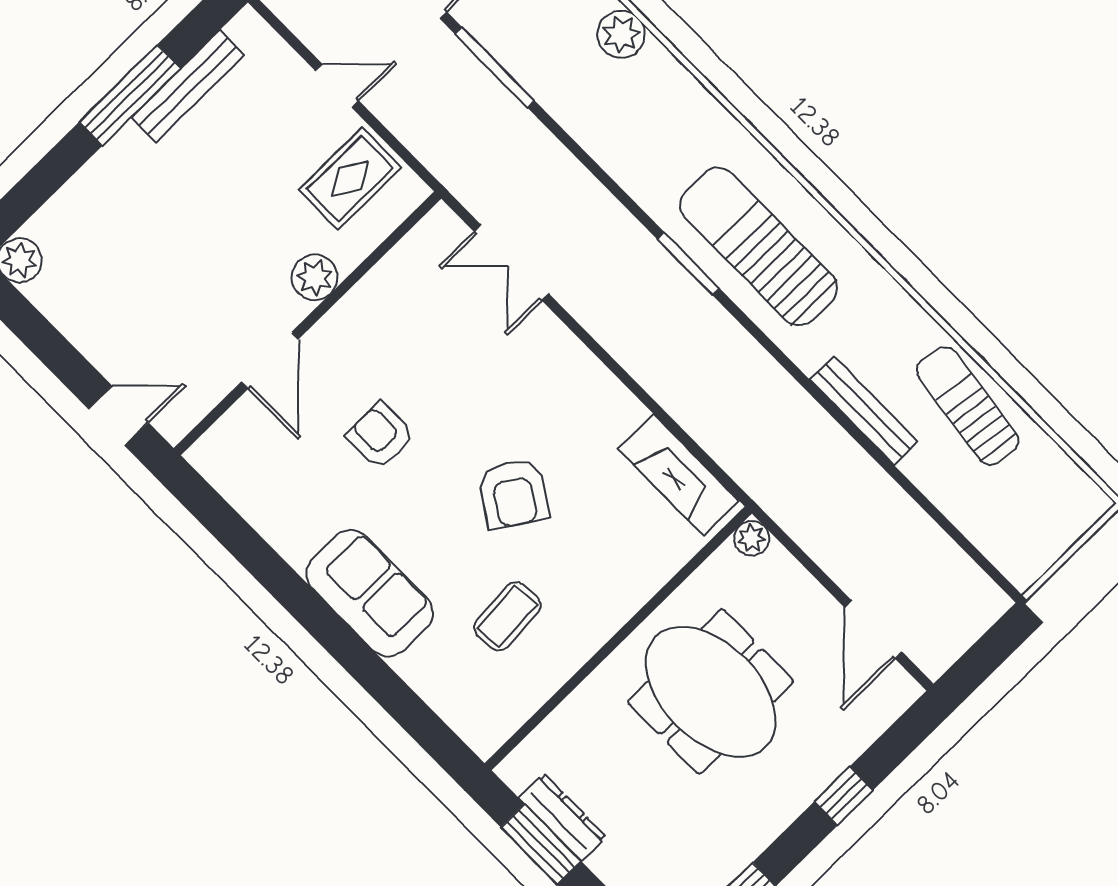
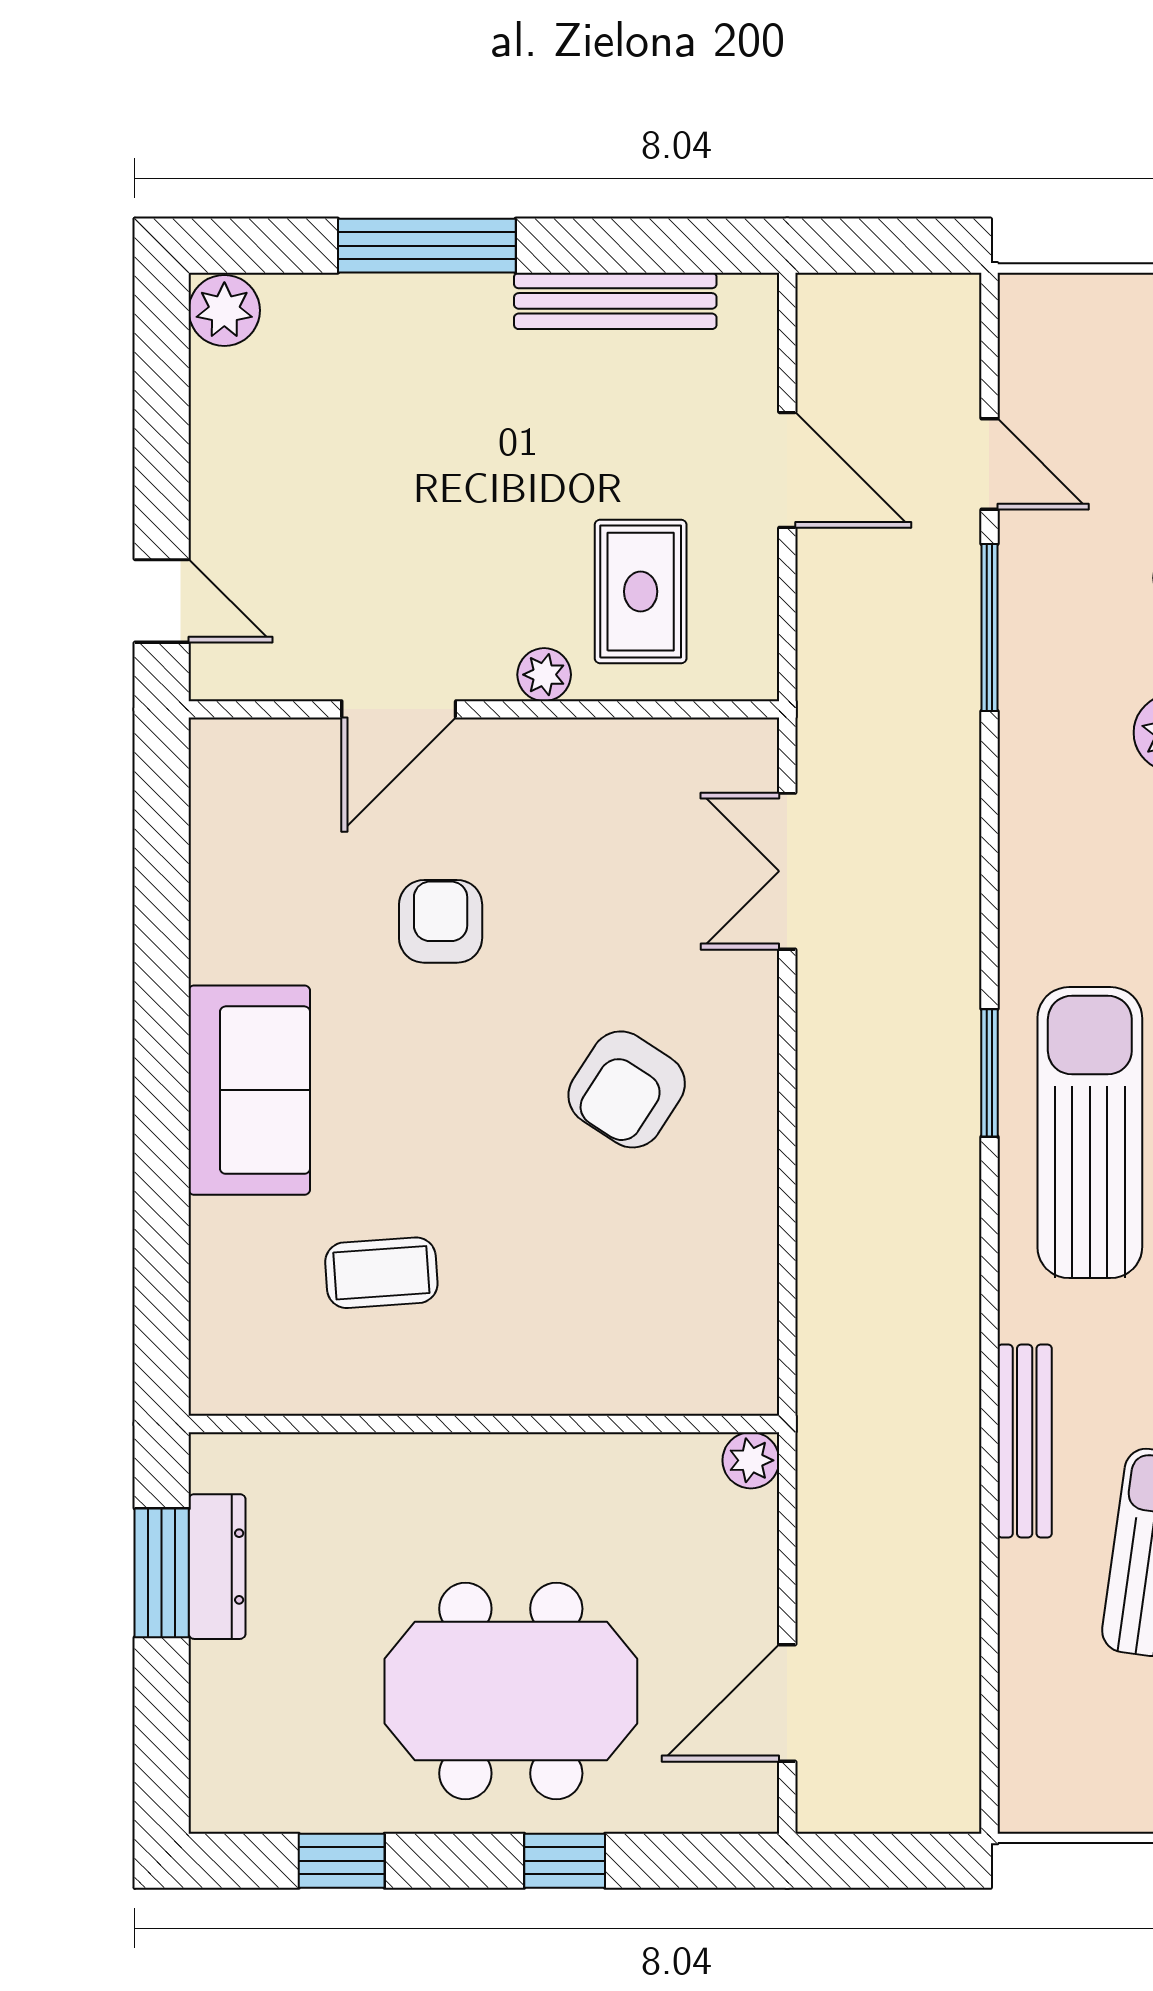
door: (337, 86) -> (787, 470), width x1.38
window: (130, 95) -> (427, 246), moved
rug: (350, 179) -> (641, 592), moved, turned 90
plant: (315, 277) -> (544, 675), width x0.73, depth x0.73
fireplace: (678, 475) -> (739, 1304), removed
armchair: (513, 493) -> (627, 1089), moved
meeting table: (711, 692) -> (511, 1691), moved, turned 90

